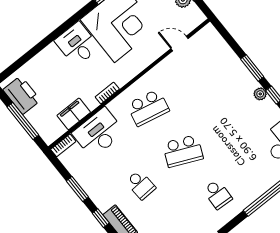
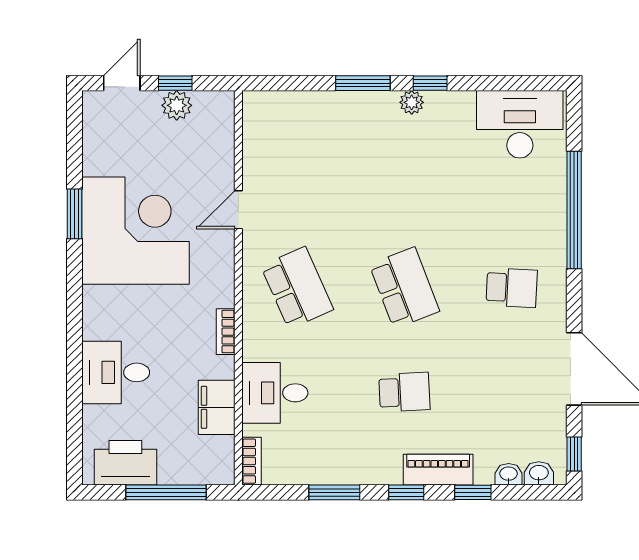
desk: (77, 44) -> (116, 372), moved
door: (179, 44) -> (238, 210), moved
school desk: (148, 108) -> (297, 288), turned -36
desk: (98, 133) -> (275, 393), width x0.73
school desk: (183, 151) -> (404, 288), turned -45

